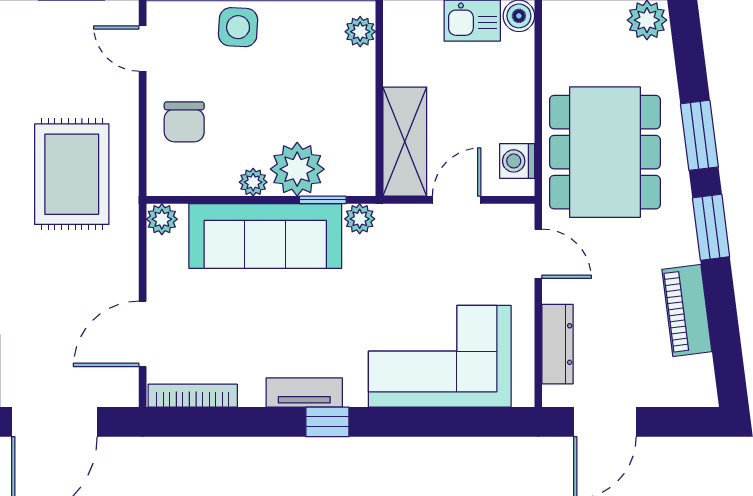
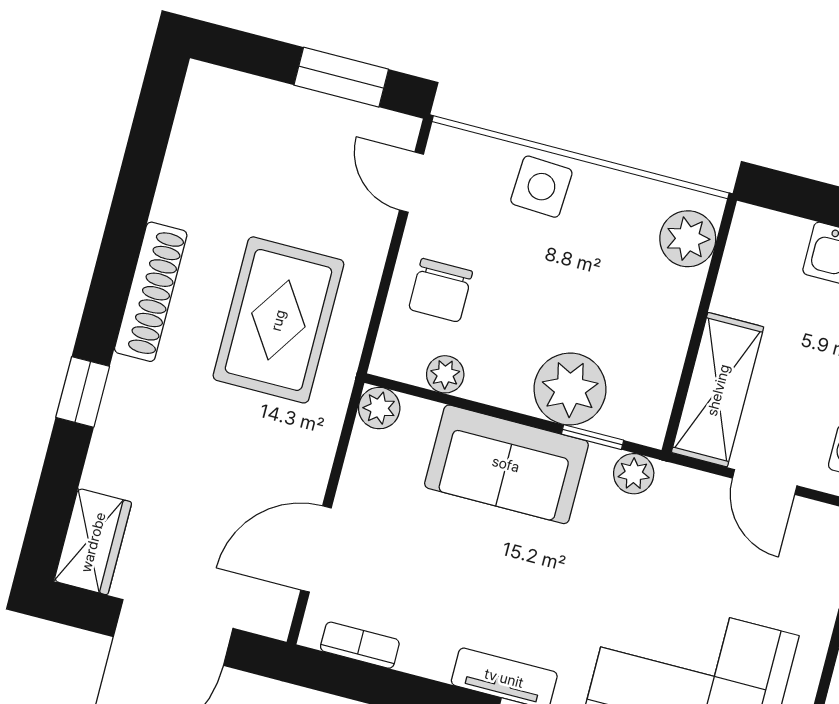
plant: (360, 32) -> (688, 239), width x1.38, depth x1.38
plant: (253, 182) -> (445, 374), moved
door: (457, 200) -> (765, 482), swing flipped
sofa: (265, 236) -> (506, 464), width x0.73
bookcase: (193, 396) -> (360, 645), width x0.64

